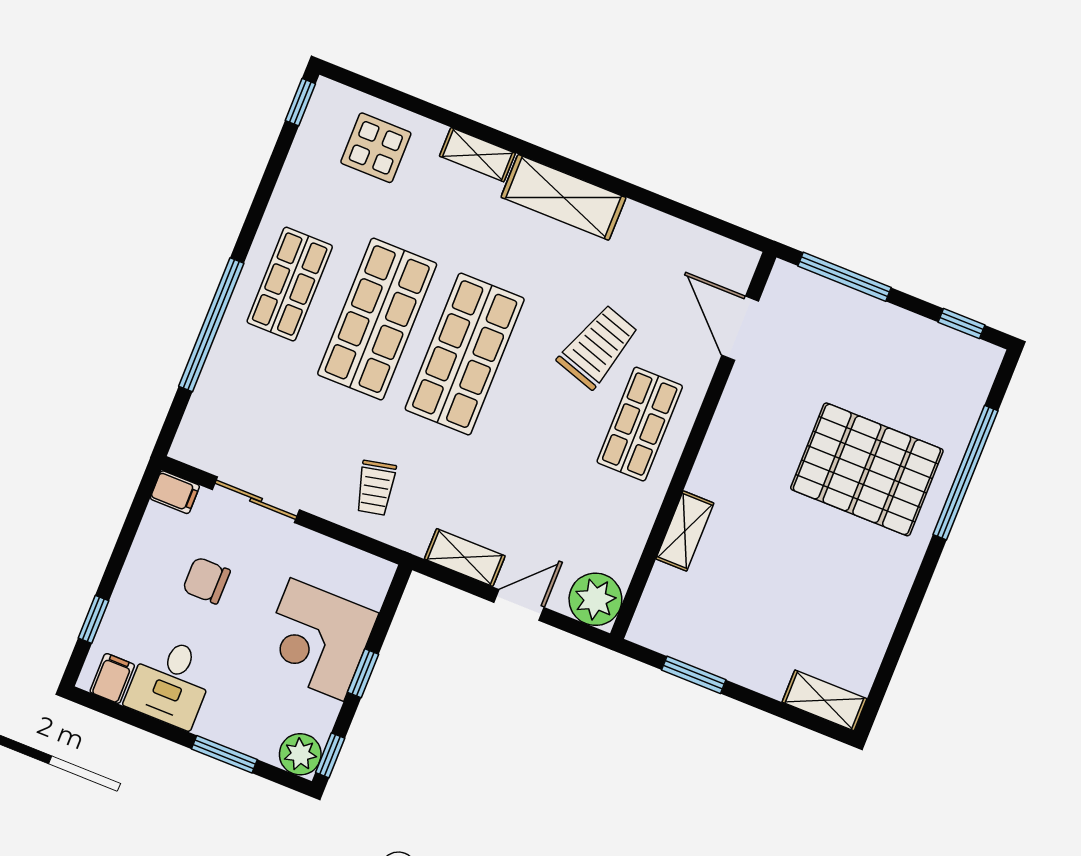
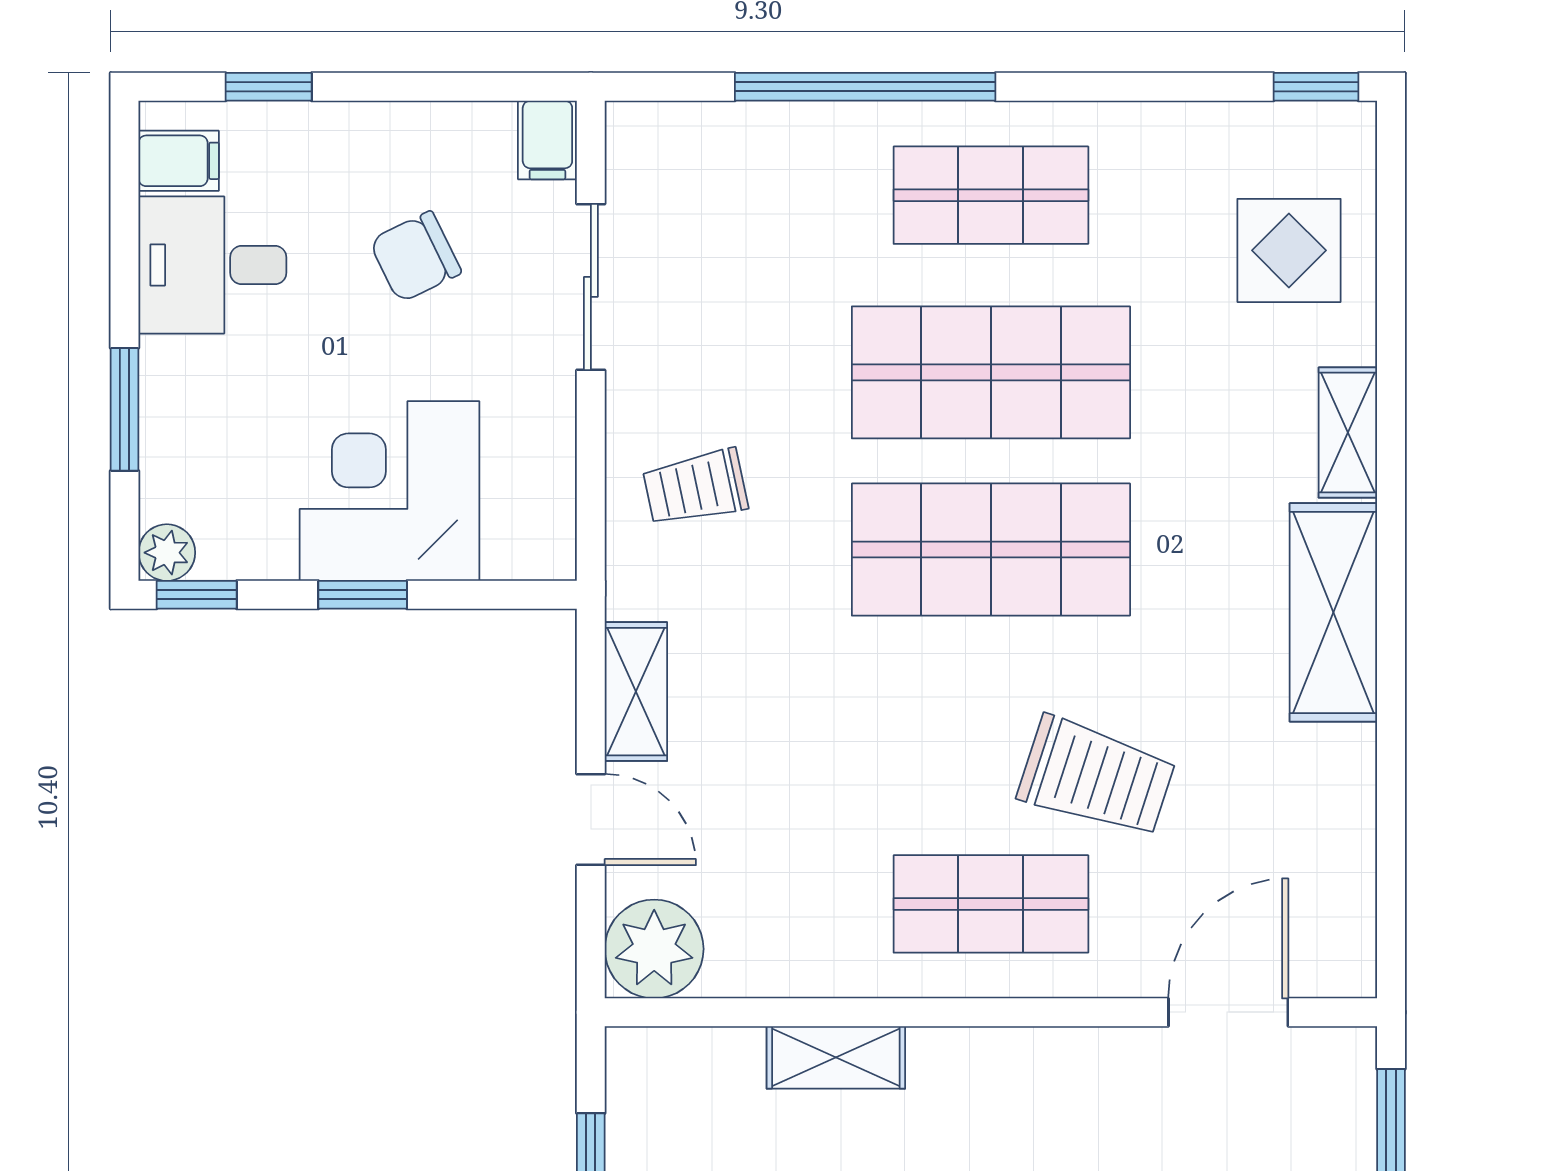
chair: (206, 580) -> (415, 257), turned -116
plant: (300, 754) -> (167, 553), width x0.73, depth x0.73

